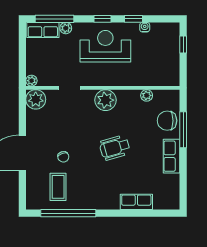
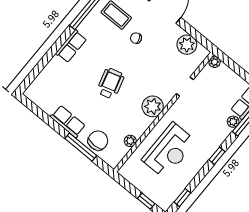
window: (134, 19) -> (182, 198), moved
water cooler: (145, 27) -> (184, 183), removed
reception desk: (105, 46) -> (169, 151), moved
plant: (36, 99) -> (187, 45), moved
row of seats: (136, 202) -> (71, 46), moved

